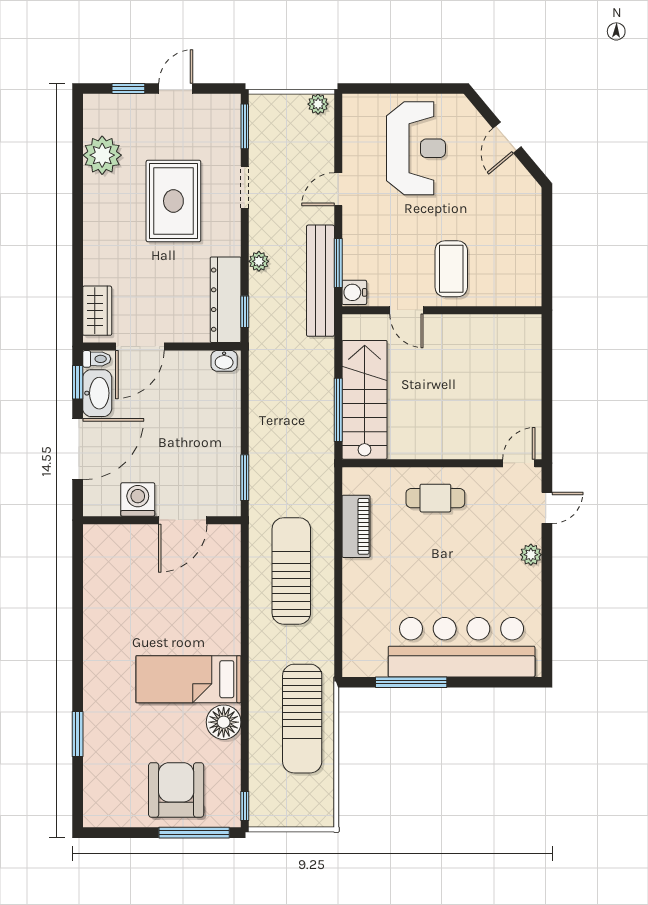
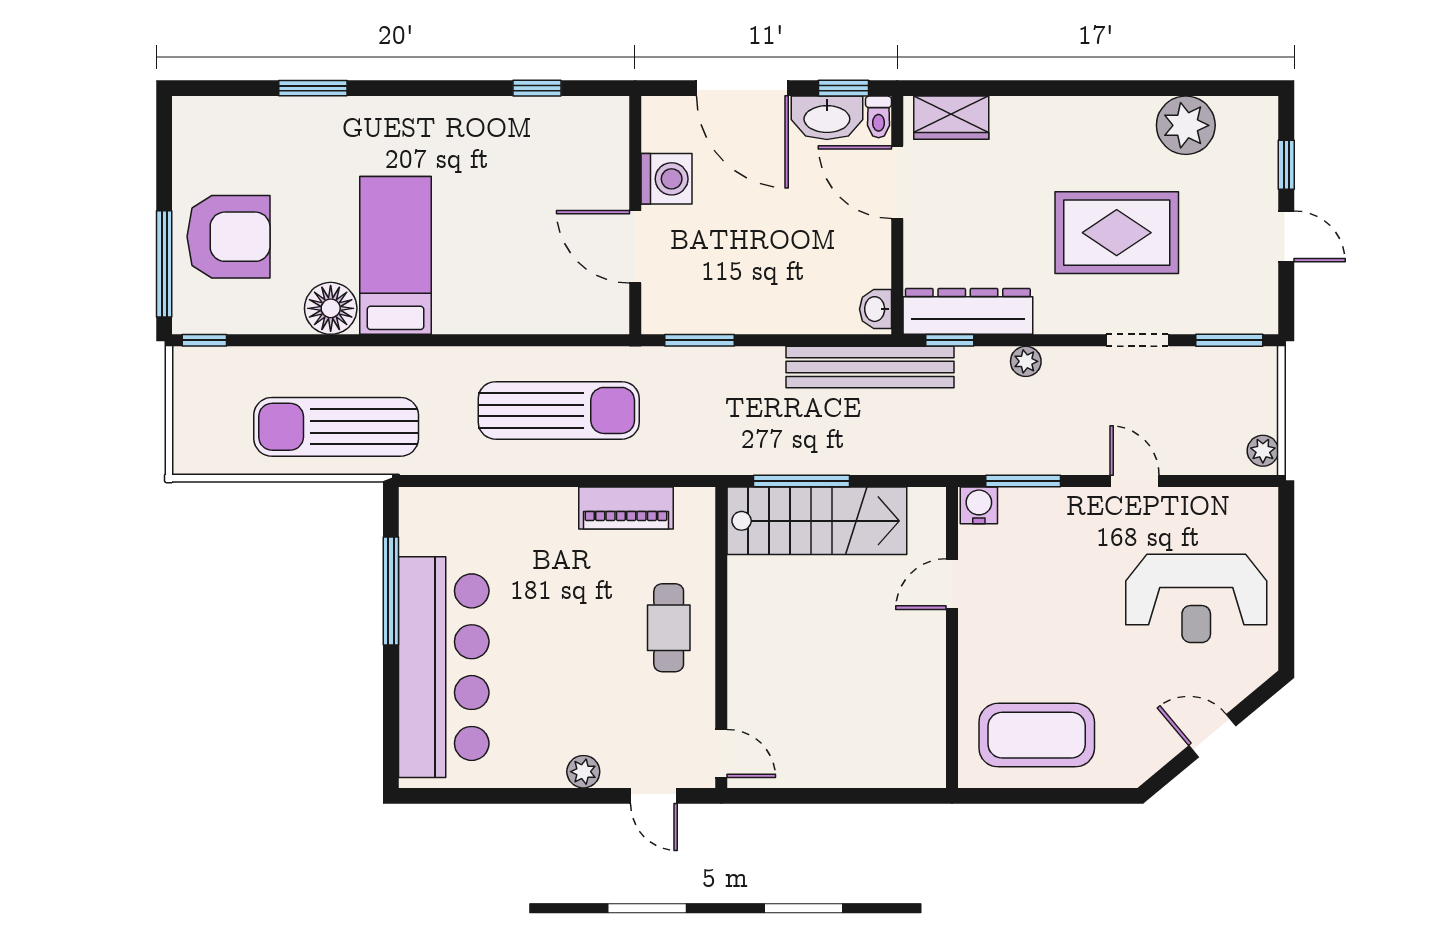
coffee table: (451, 269) -> (1037, 735), moved, width x1.36, depth x1.32
bench: (320, 281) -> (870, 367), moved
window: (78, 585) -> (537, 88), added

